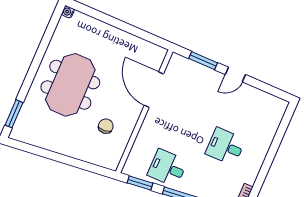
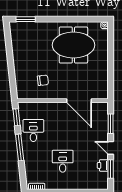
meeting table: (70, 85) -> (73, 45), moved
window: (264, 87) -> (111, 169), added
door: (154, 90) -> (79, 101), swing flipped
printer: (254, 95) -> (103, 165), added

